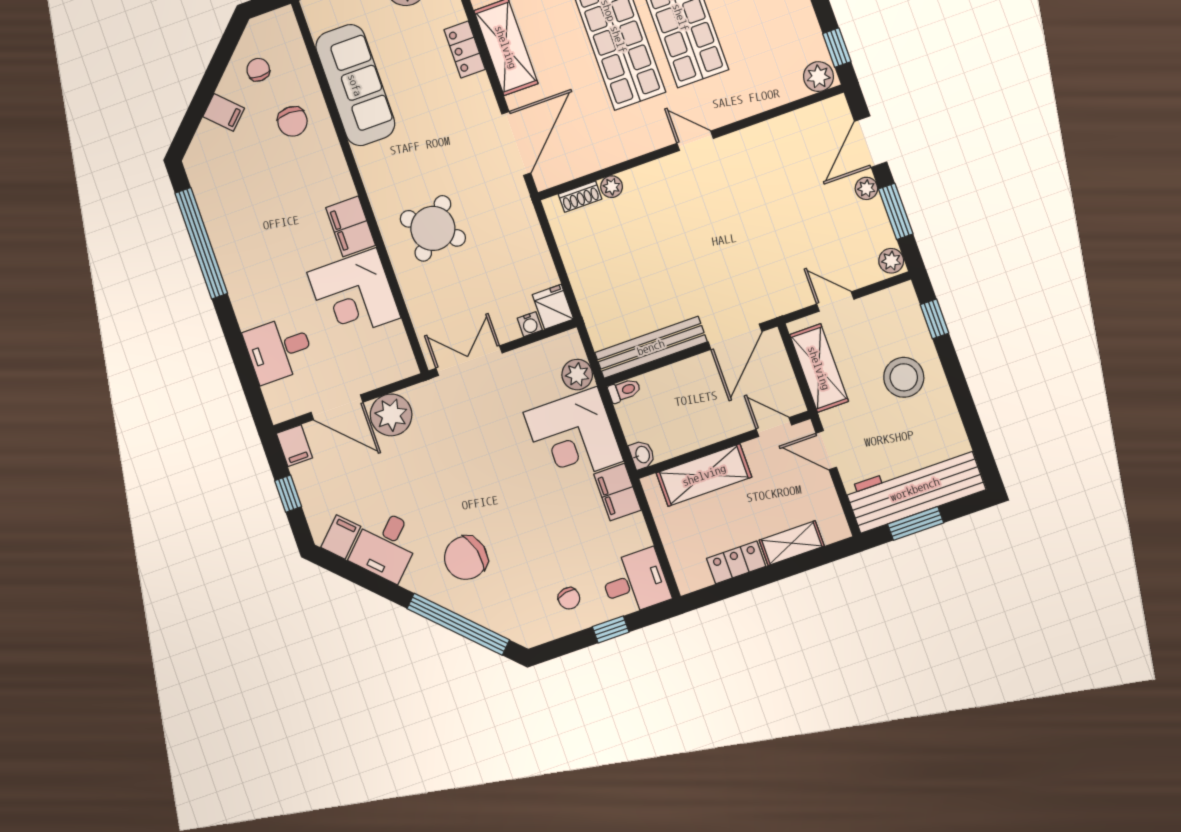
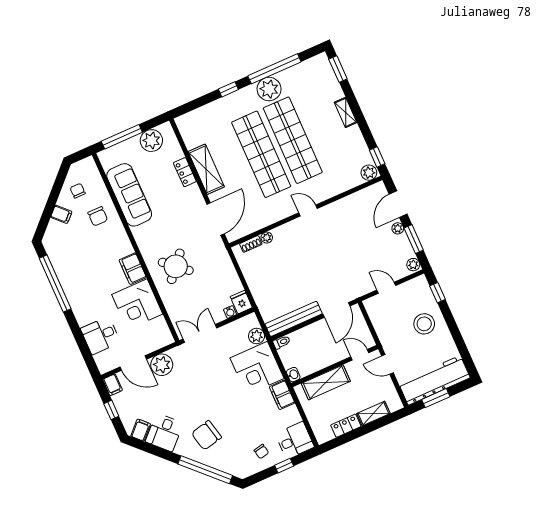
shelving: (819, 368) -> (381, 323), removed

